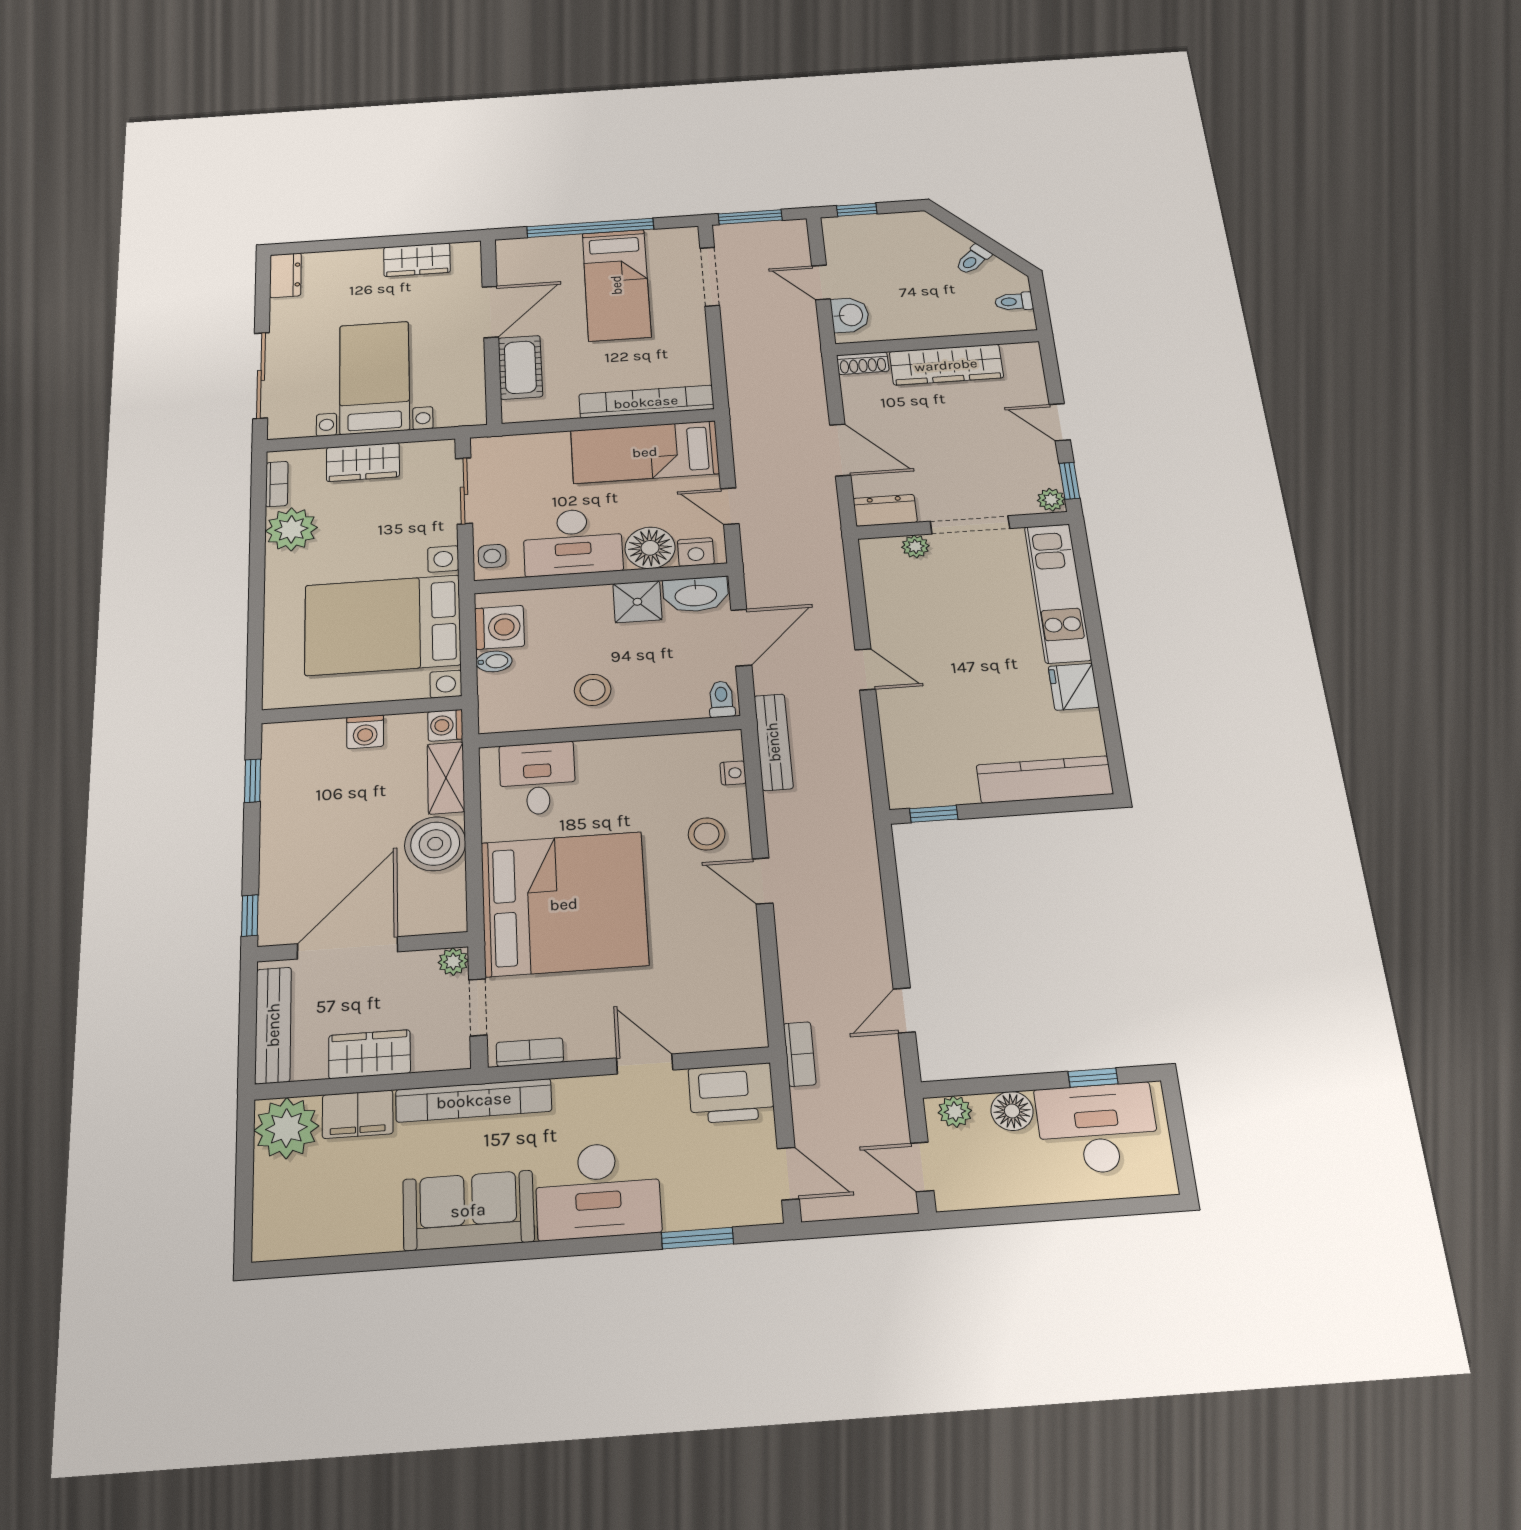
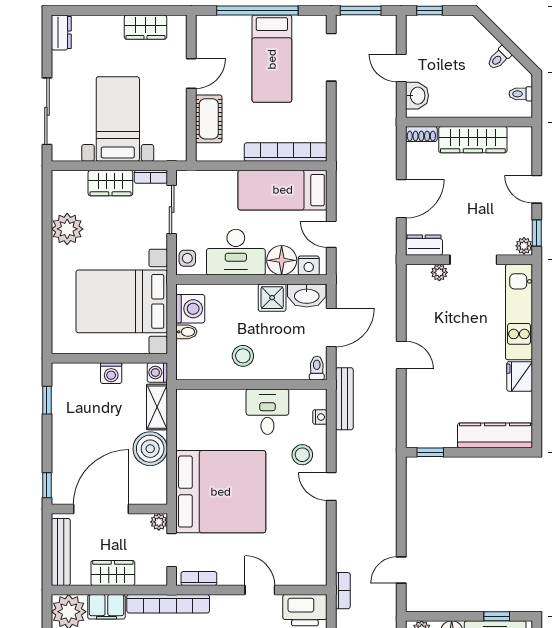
door: (490, 312) -> (191, 73), width x0.73
door: (840, 450) -> (401, 199), hinge flipped
bookcase: (277, 484) -> (151, 177), moved, turned 90
desk: (538, 779) -> (267, 412), moved

